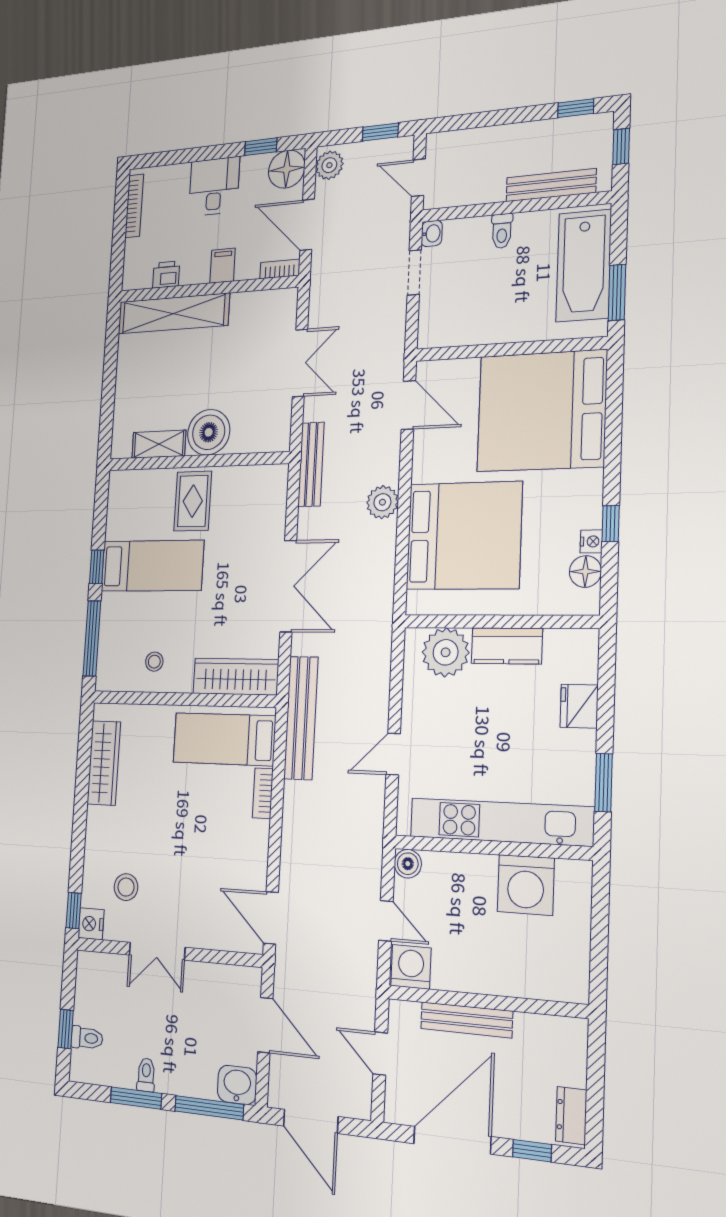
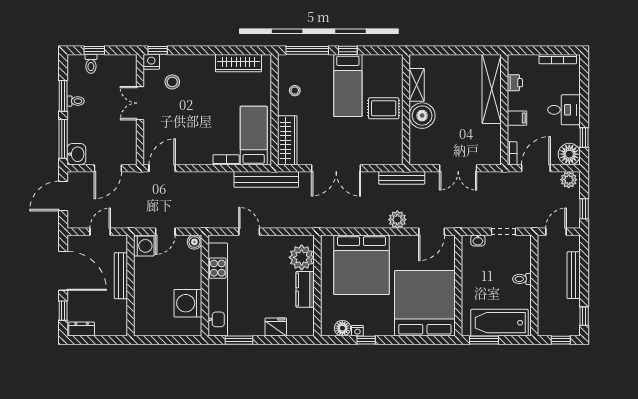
bench: (551, 185) -> (574, 275), moved
washbasin: (432, 234) -> (478, 240), moved
plant: (382, 502) -> (397, 220), moved

